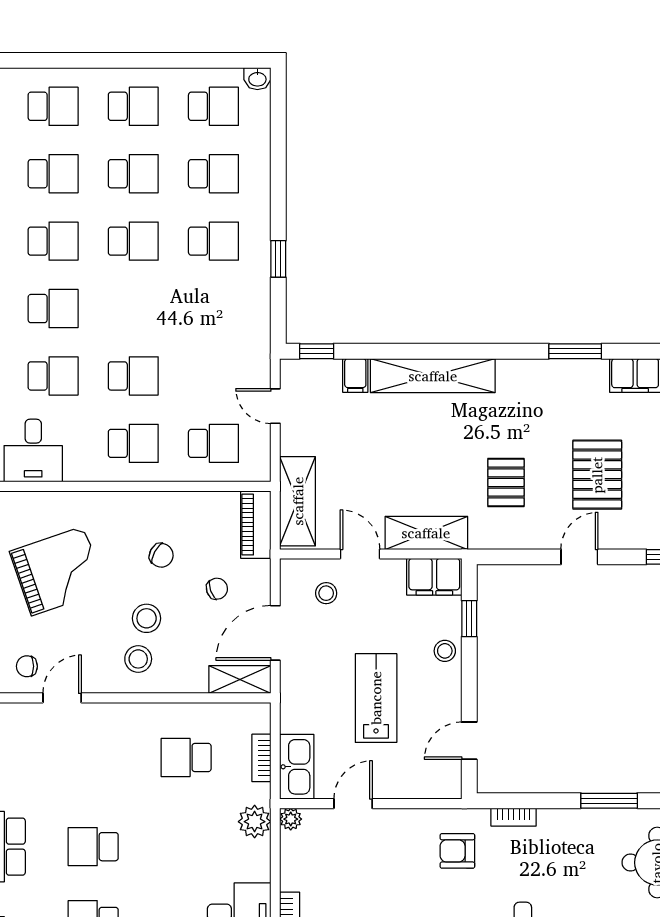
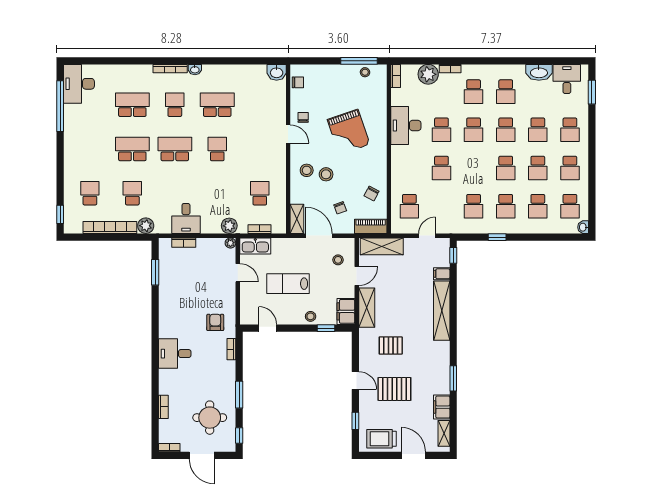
school desk: (133, 443) -> (474, 206), moved
desk: (33, 451) -> (406, 125), width x1.37
chair: (161, 555) -> (371, 194), moved
lab bench: (376, 698) -> (288, 284), turned 180

